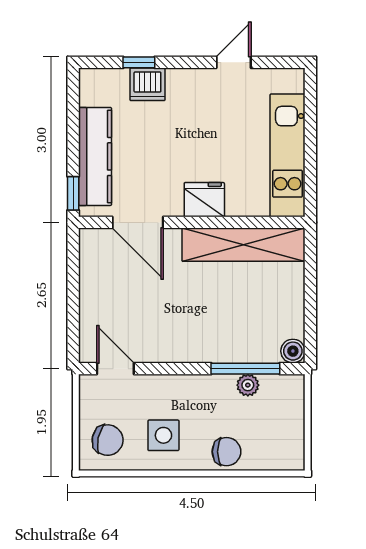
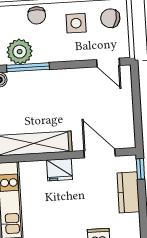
kitchen counter: (95, 156) -> (128, 192), width x0.67
plant: (248, 385) -> (20, 52), width x1.87, depth x1.87
chair: (226, 452) -> (37, 15), turned -90

